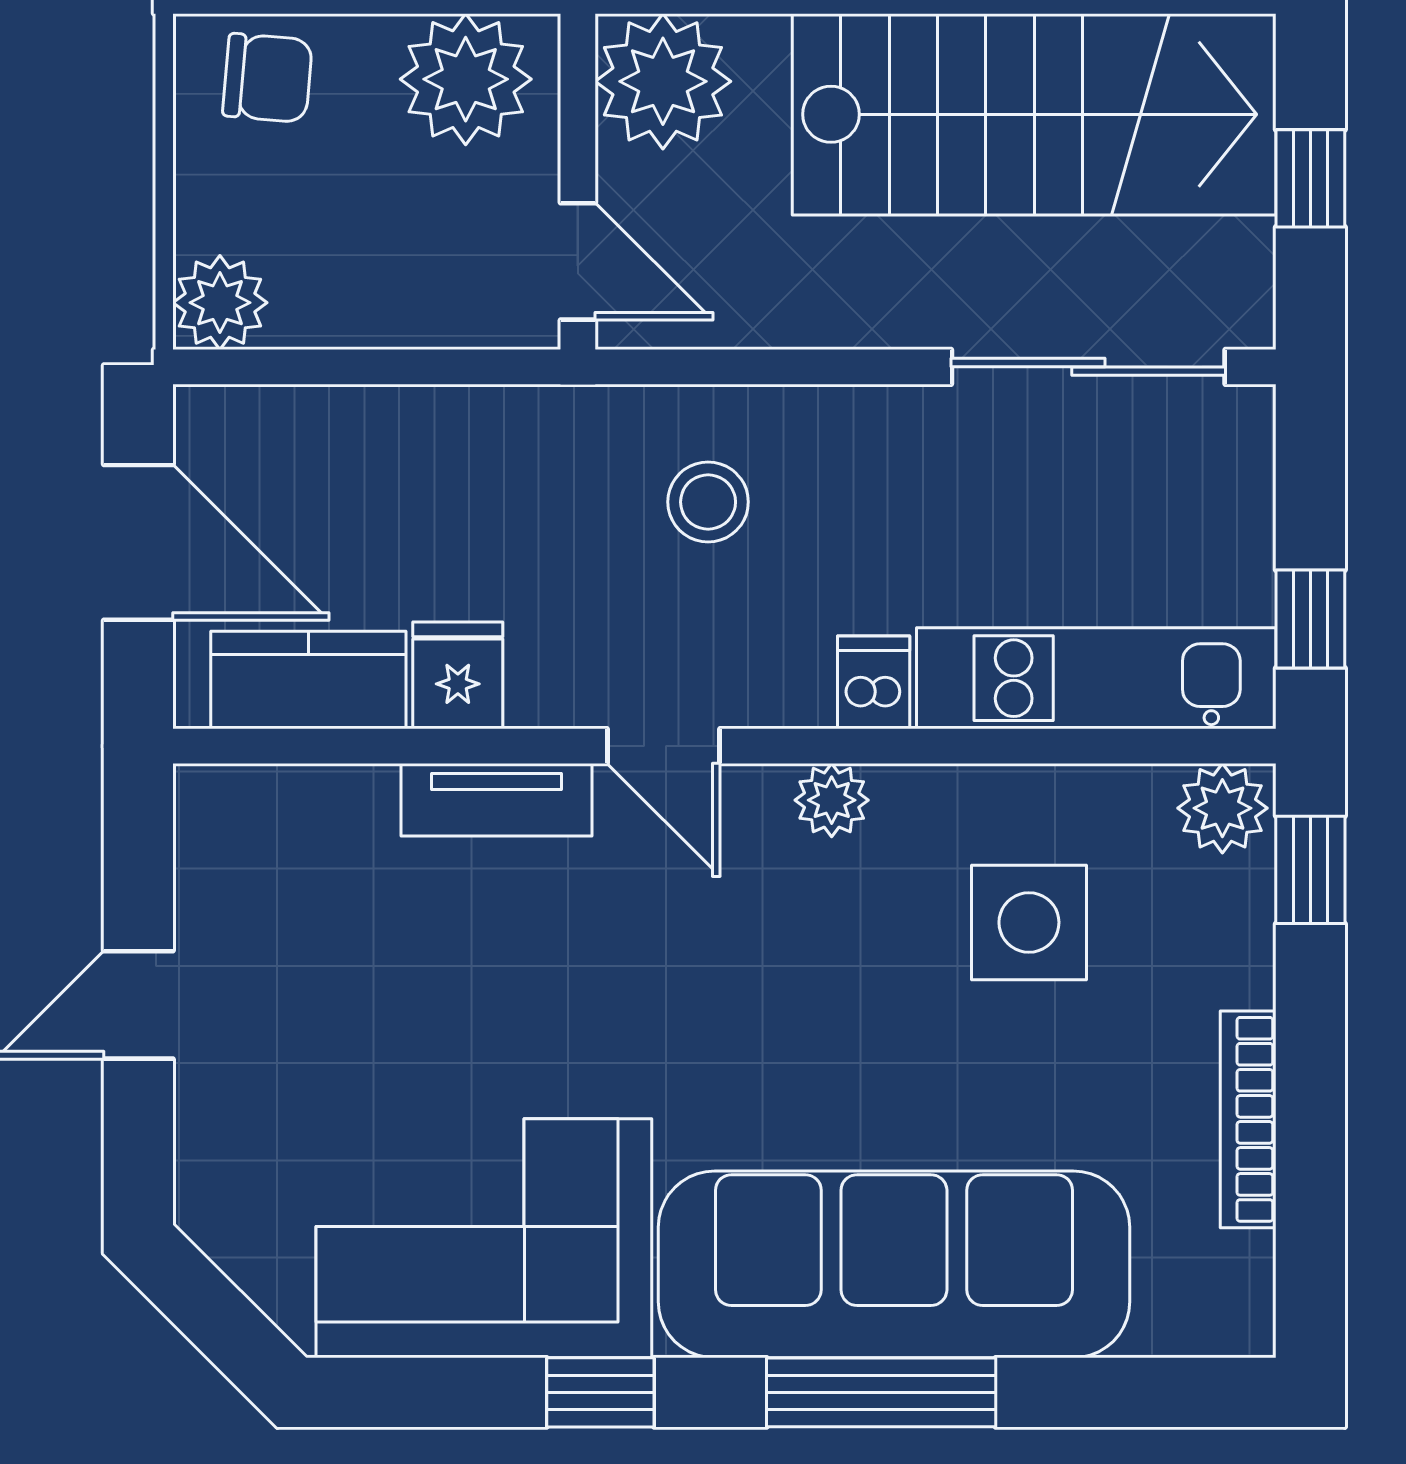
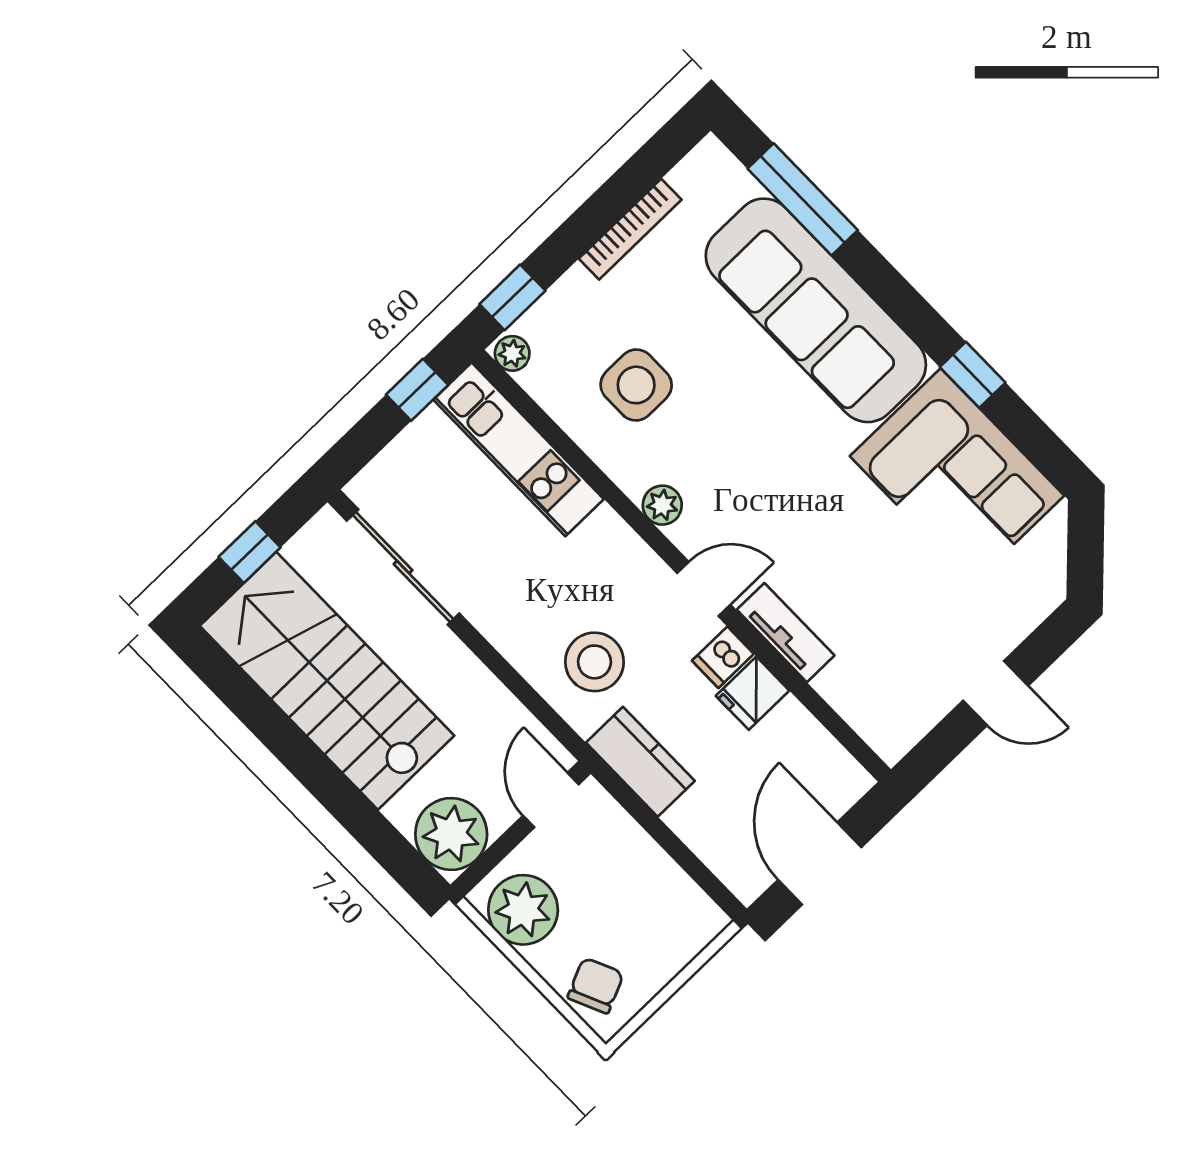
chair: (268, 78) -> (596, 986), turned 61
plant: (220, 303) -> (698, 921), removed
stool: (708, 502) -> (594, 662), width x1.38, depth x1.38
kitchen counter: (308, 680) -> (640, 762), moved, turned 180
dishwasher: (874, 682) -> (723, 657), moved
door: (664, 746) -> (704, 589), hinge flipped
plant: (1222, 808) -> (512, 353), width x0.73, depth x0.73
window: (881, 1392) -> (803, 199), moved

